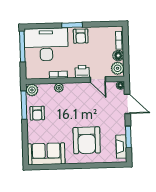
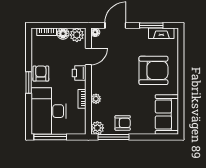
armchair: (81, 36) -> (41, 74), turned -90

